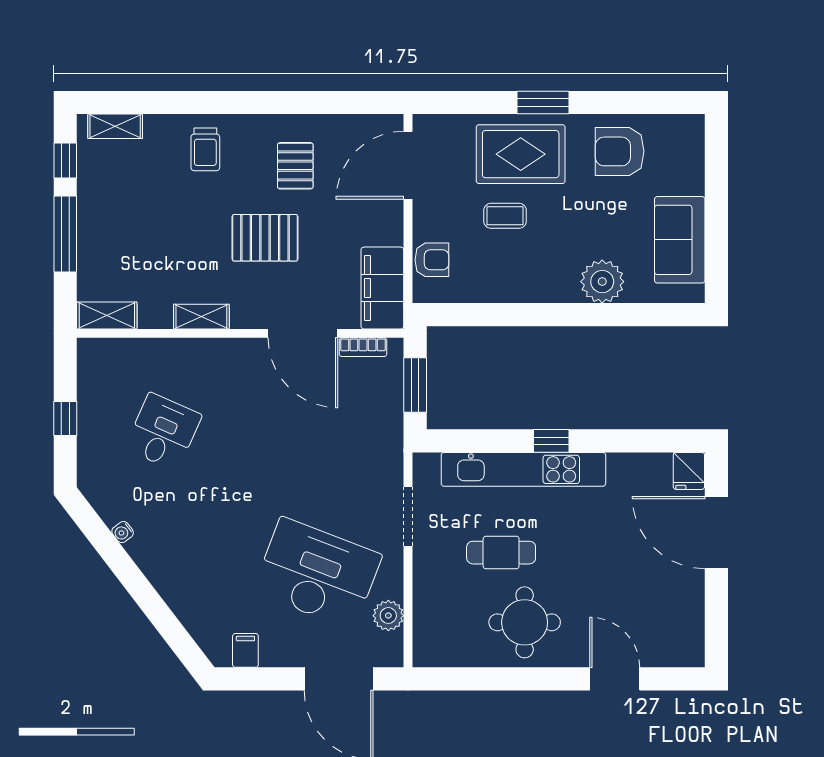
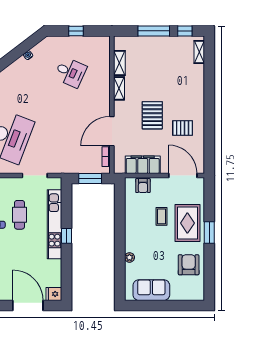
trolley: (205, 149) -> (189, 90), removed
plant: (602, 282) -> (129, 257), width x0.53, depth x0.53
filing cabinet: (382, 288) -> (143, 165), moved
shelving: (107, 315) -> (119, 63), moved
door: (716, 533) -> (28, 306), hinge flipped

